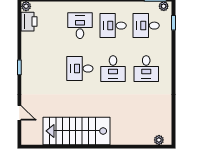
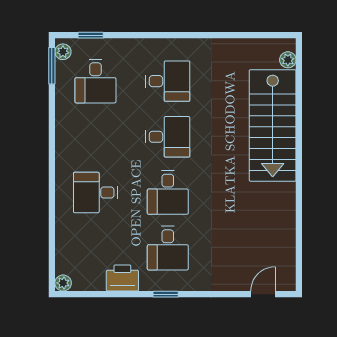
printer: (29, 22) -> (122, 278), moved
desk: (113, 26) -> (168, 248), moved
door: (19, 113) -> (263, 294), moved
stairs: (76, 131) -> (273, 125), moved

